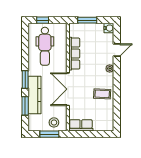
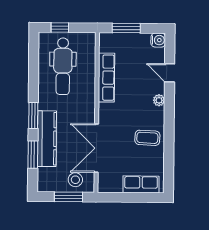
door: (117, 50) -> (170, 73), swing flipped
double door: (68, 89) -> (96, 148), moved
row of seats: (81, 125) -> (141, 184), moved

